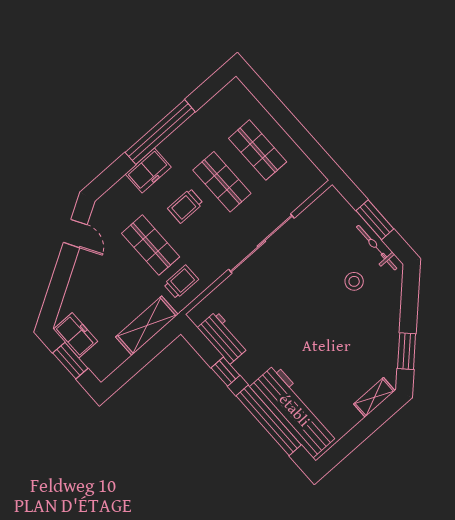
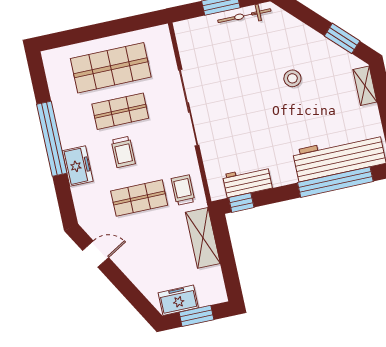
shop shelf: (258, 150) -> (111, 68), width x1.43, depth x1.36
stool: (354, 281) -> (292, 78), moved
window: (225, 372) -> (241, 203), moved

